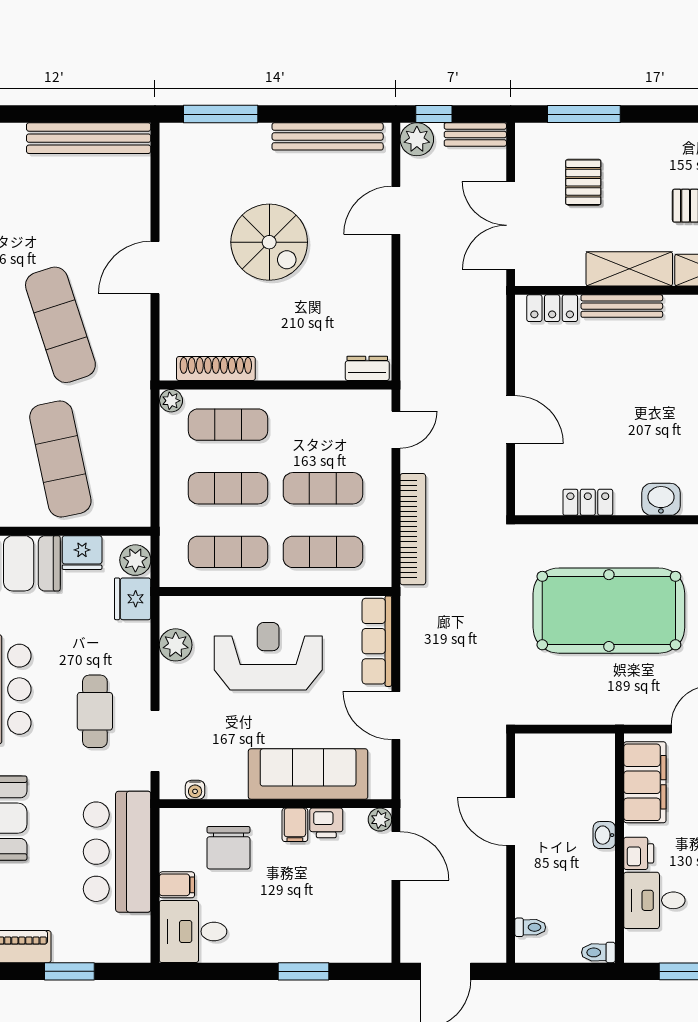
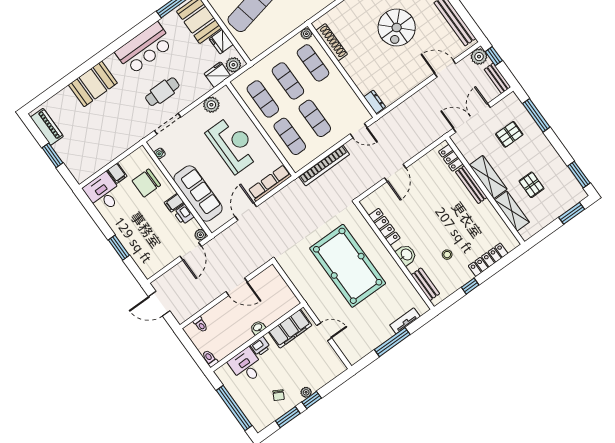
locker: (588, 502) -> (384, 227), width x1.53
door: (511, 821) -> (237, 287), swing flipped
bar counter: (117, 852) -> (113, 140), removed

